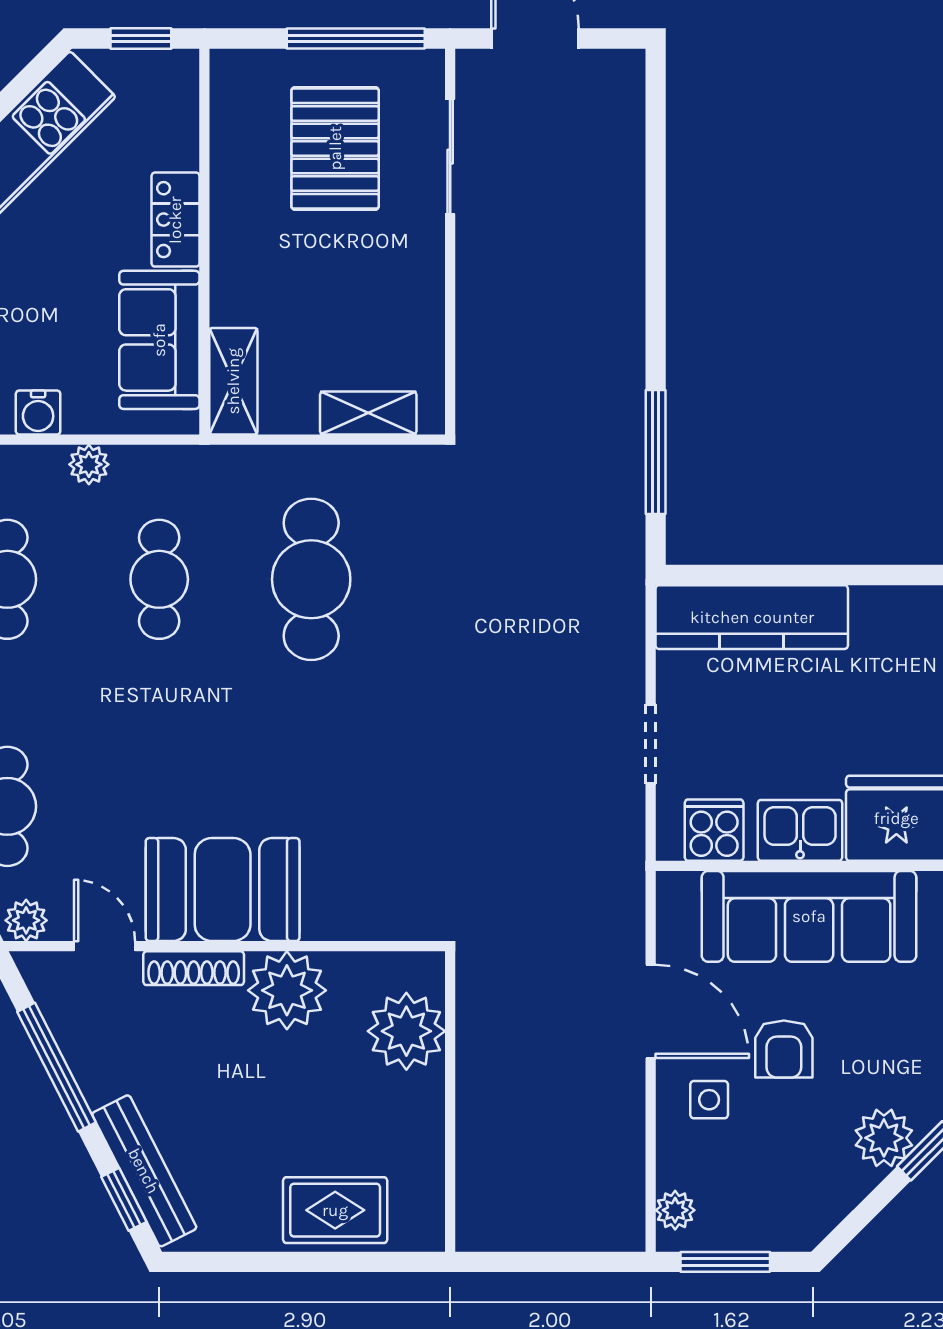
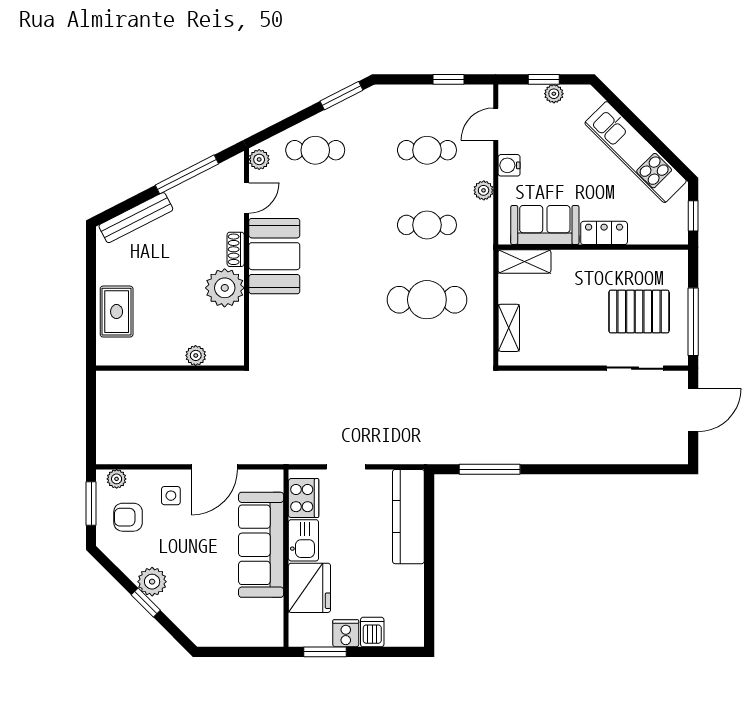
cooker: (714, 830) -> (304, 498), width x1.36
shoe rack: (194, 968) -> (236, 249), width x0.70
plant: (406, 1031) -> (196, 355), width x0.53, depth x0.53
armchair: (784, 1049) -> (128, 517), moved
window: (124, 1199) -> (122, 208), removed

